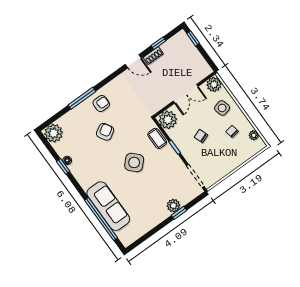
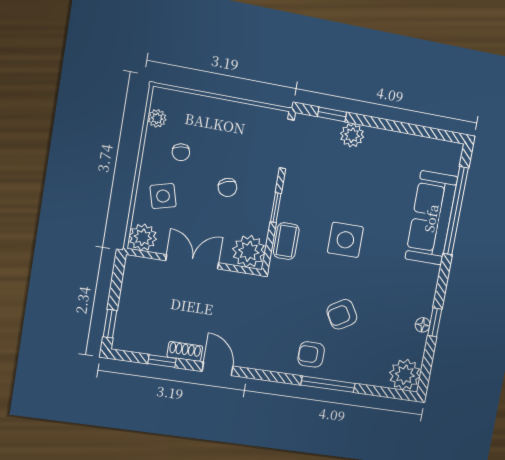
side table: (134, 162) -> (345, 240), turned 45
window: (179, 213) -> (332, 114), moved

